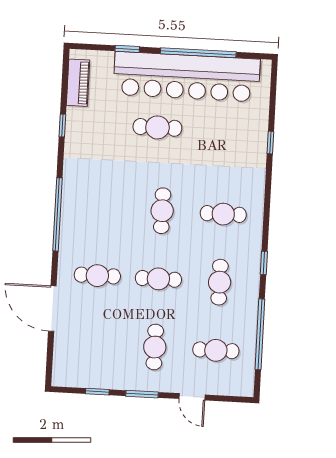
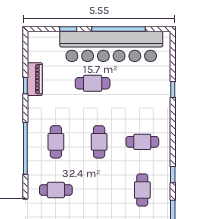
piano: (78, 83) -> (35, 79), moved
cafe table: (158, 279) -> (56, 142), moved, turned 90

